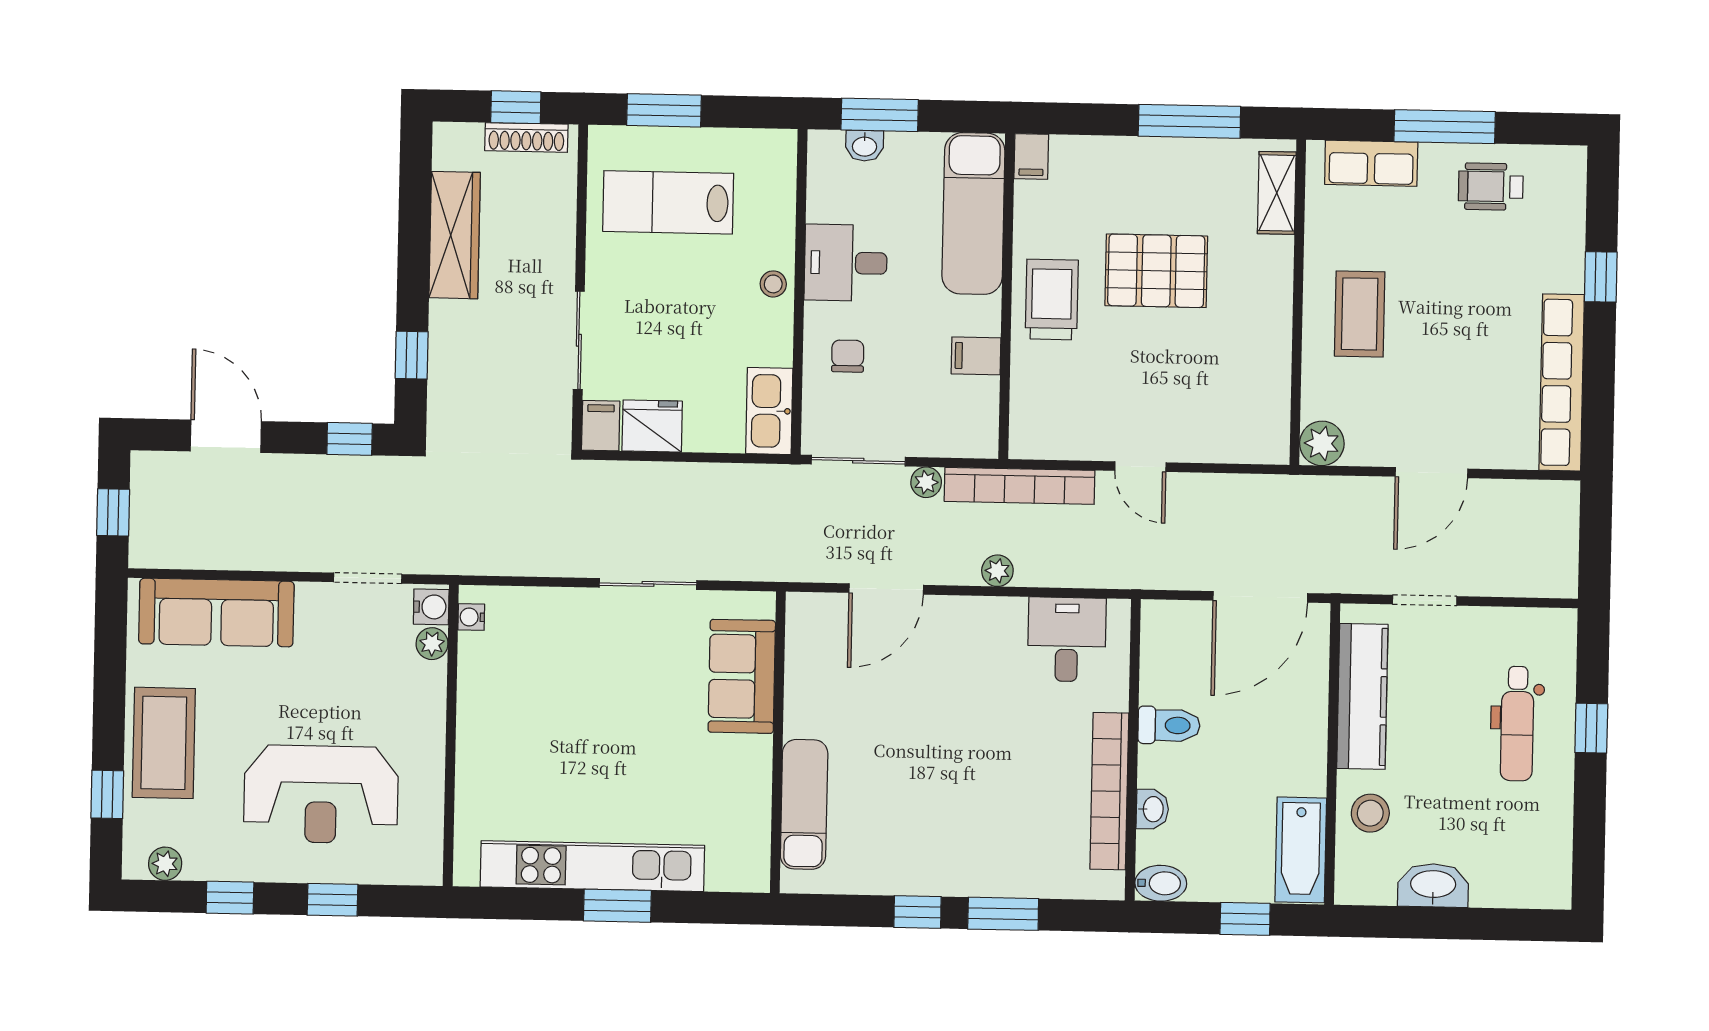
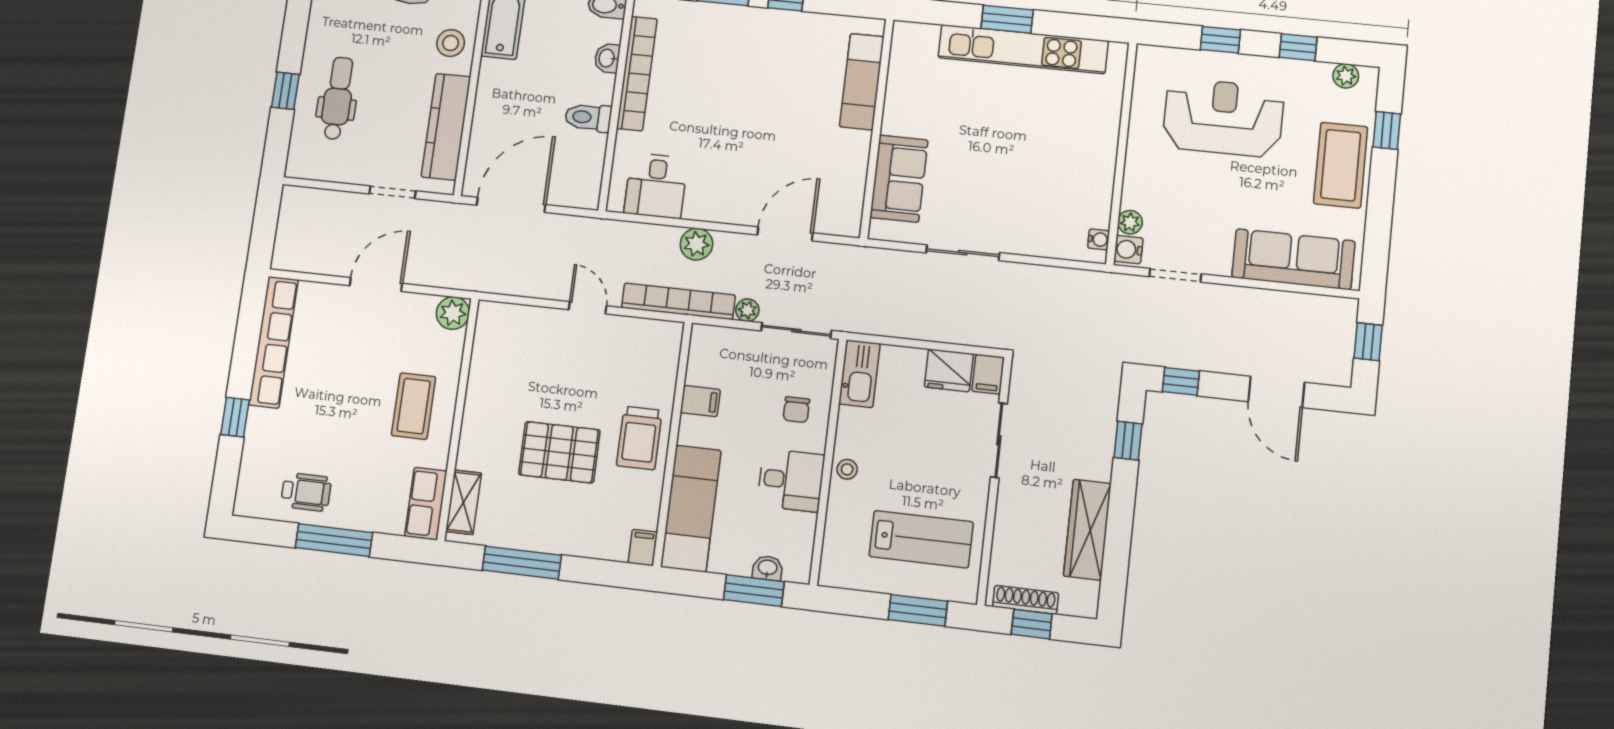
row of seats: (1371, 163) -> (426, 504), moved, turned -90
plant: (997, 571) -> (696, 244), width x1.38, depth x1.38

